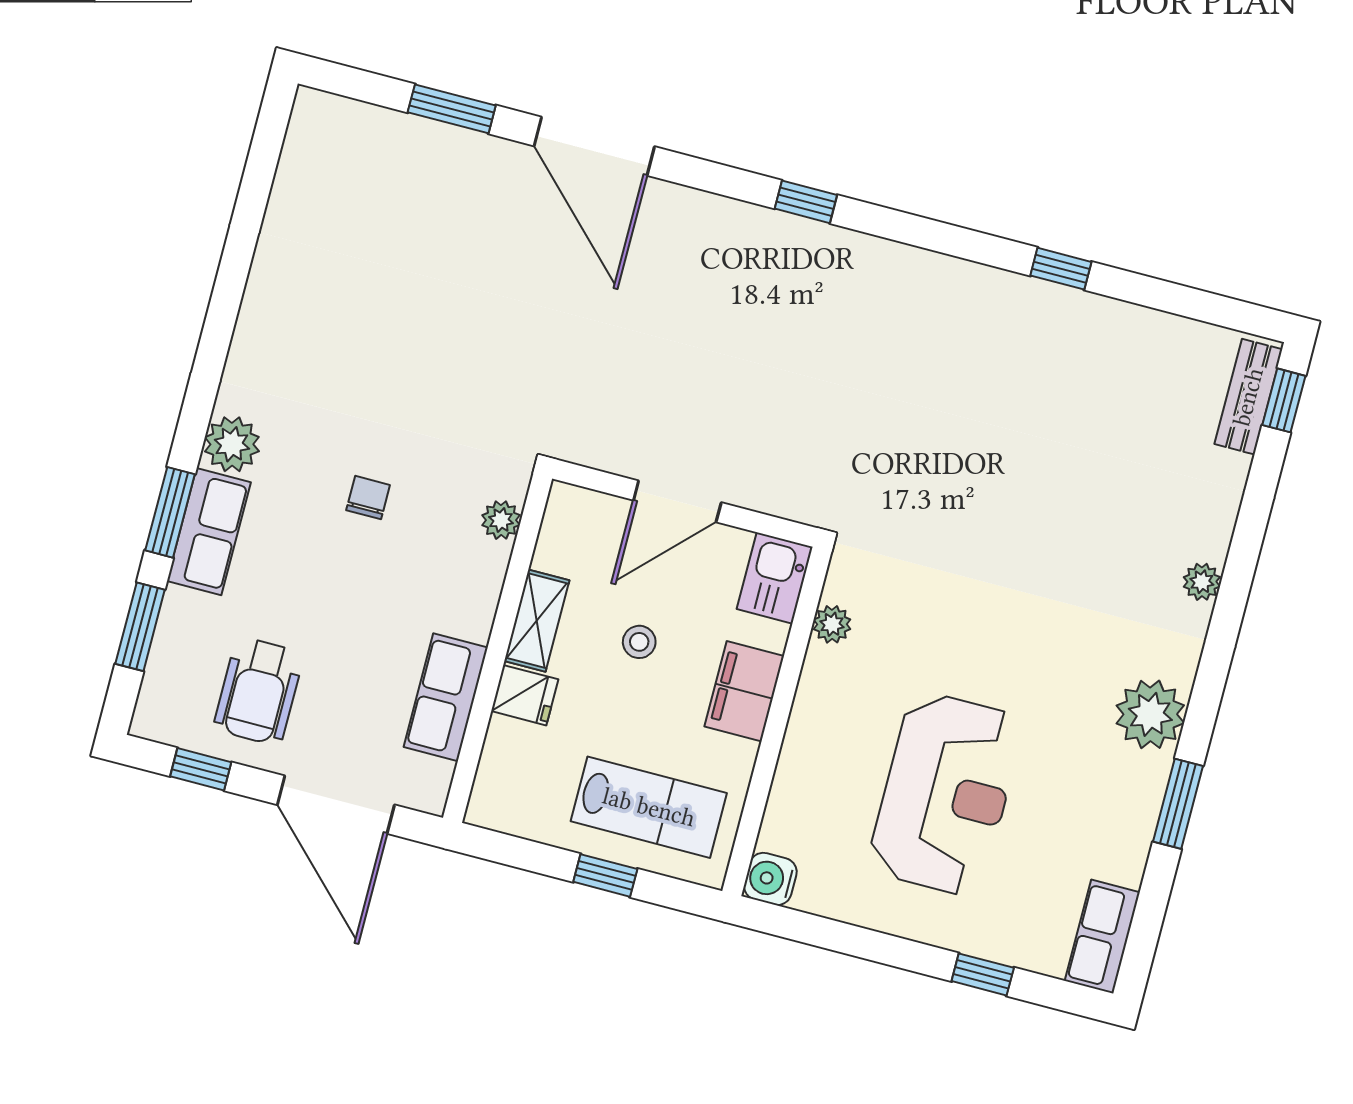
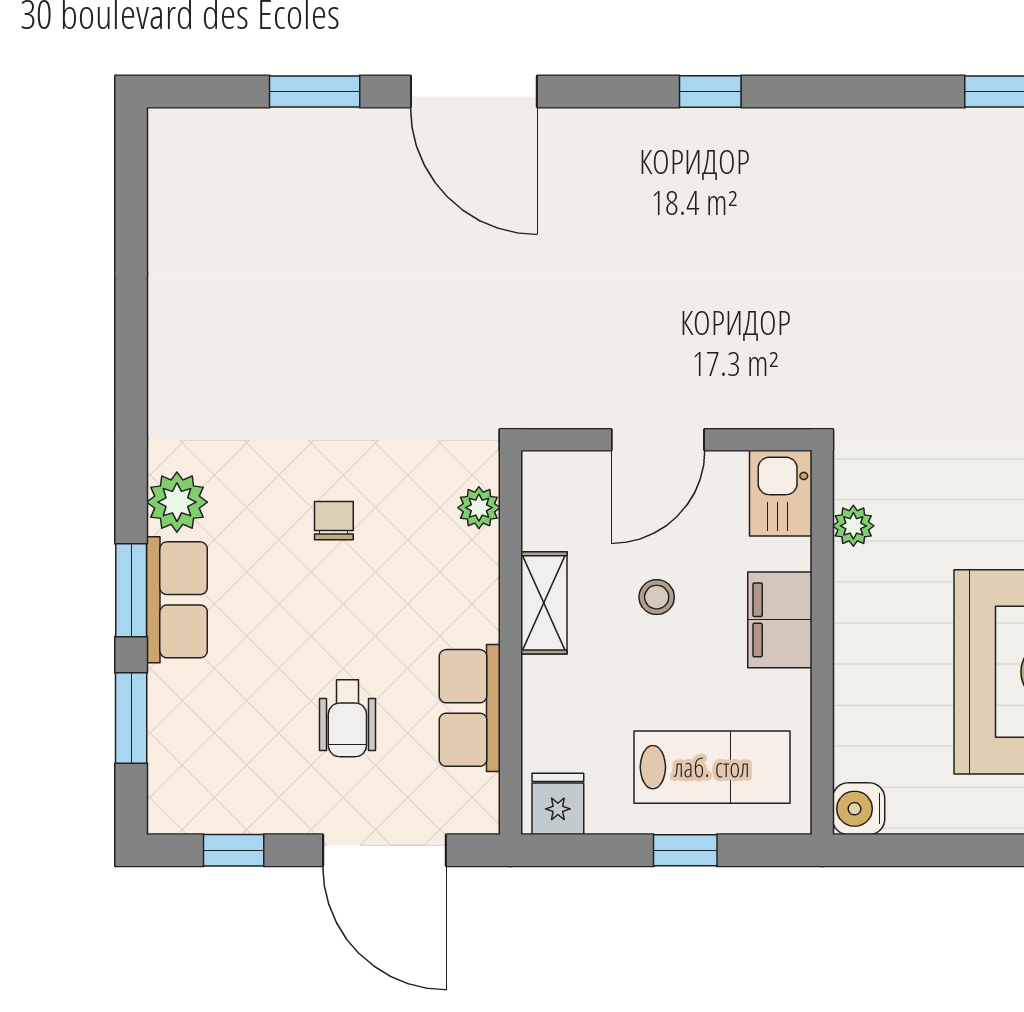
wheelchair: (259, 691) -> (347, 718), moved, width x0.73, depth x0.73
fridge: (525, 695) -> (558, 804), moved, turned -90

